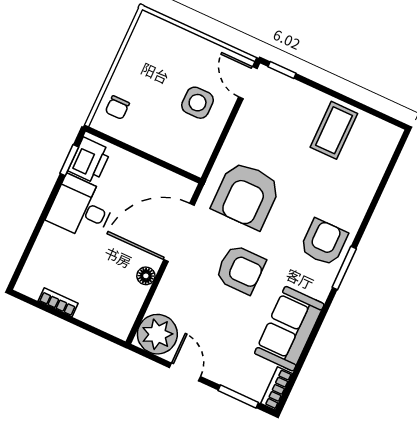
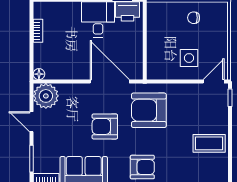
chair: (117, 108) -> (194, 18), moved
armchair: (240, 269) -> (105, 126), turned 90
floor lamp: (146, 276) -> (39, 74), moved
door: (185, 372) -> (31, 122), swing flipped

